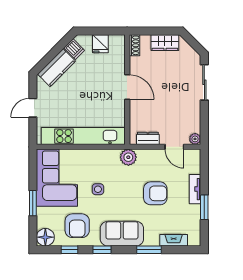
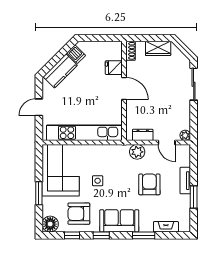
fridge: (100, 44) -> (114, 68), moved, turned 90
plant: (128, 157) -> (137, 152), moved
armchair: (155, 193) -> (149, 184), turned -90
armchair: (77, 226) -> (79, 214), turned 90

